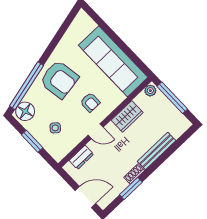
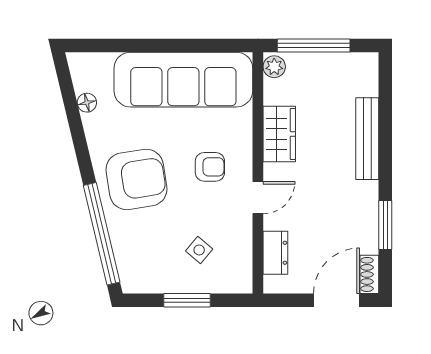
floor lamp: (25, 111) -> (87, 103), moved, width x0.53, depth x0.53
shoe rack: (134, 174) -> (369, 274), moved

